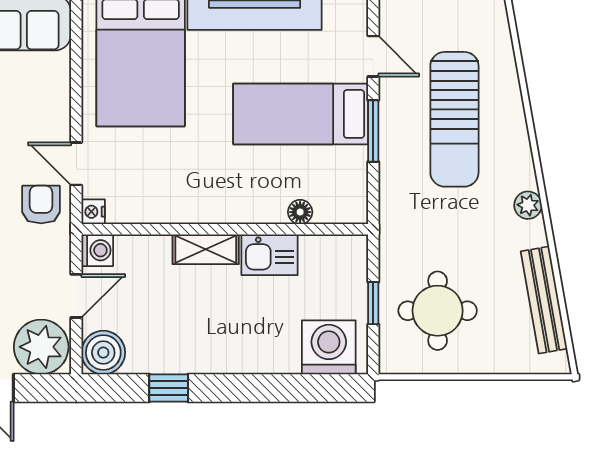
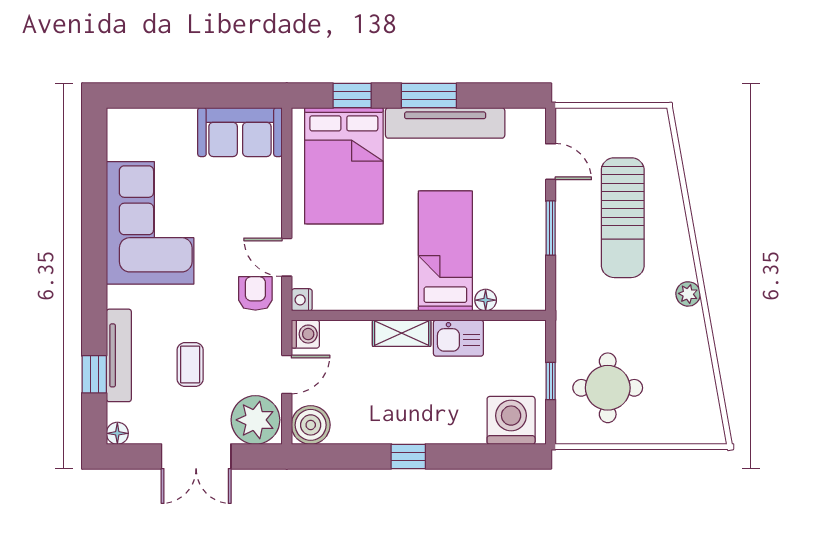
bed: (301, 114) -> (445, 251), moved, turned 90
bench: (544, 300) -> (702, 378), removed
window: (169, 388) -> (408, 456), moved

